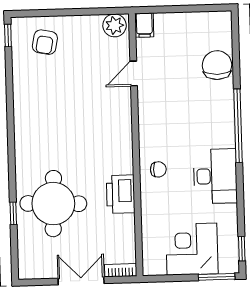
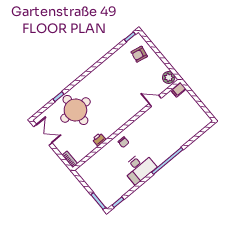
chair: (217, 65) -> (186, 133), removed
printer: (121, 194) -> (99, 139), width x0.53, depth x0.68
corner desk: (192, 249) -> (102, 182), removed
double door: (81, 281) -> (43, 135), moved

